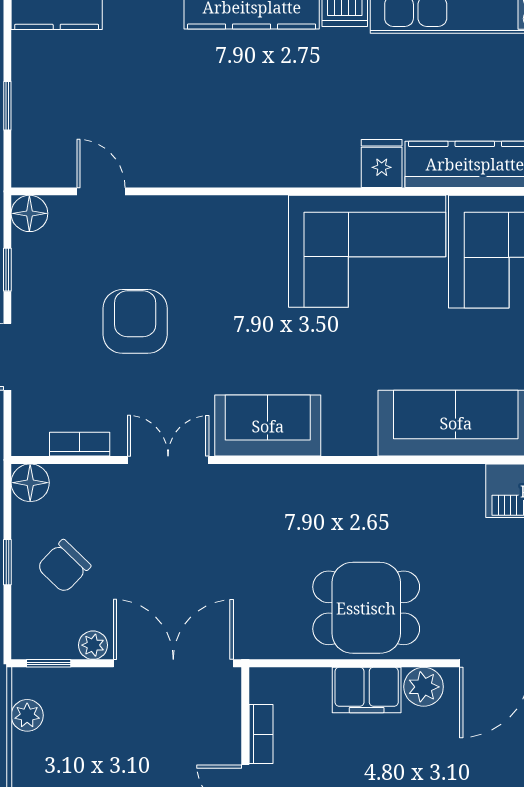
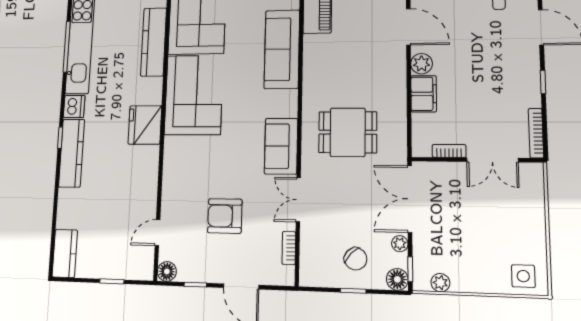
fridge: (382, 163) -> (145, 125), moved, width x1.88, depth x1.34
floor lamp: (30, 483) -> (397, 279), moved
dining table: (366, 608) -> (348, 132), moved, turned 90

